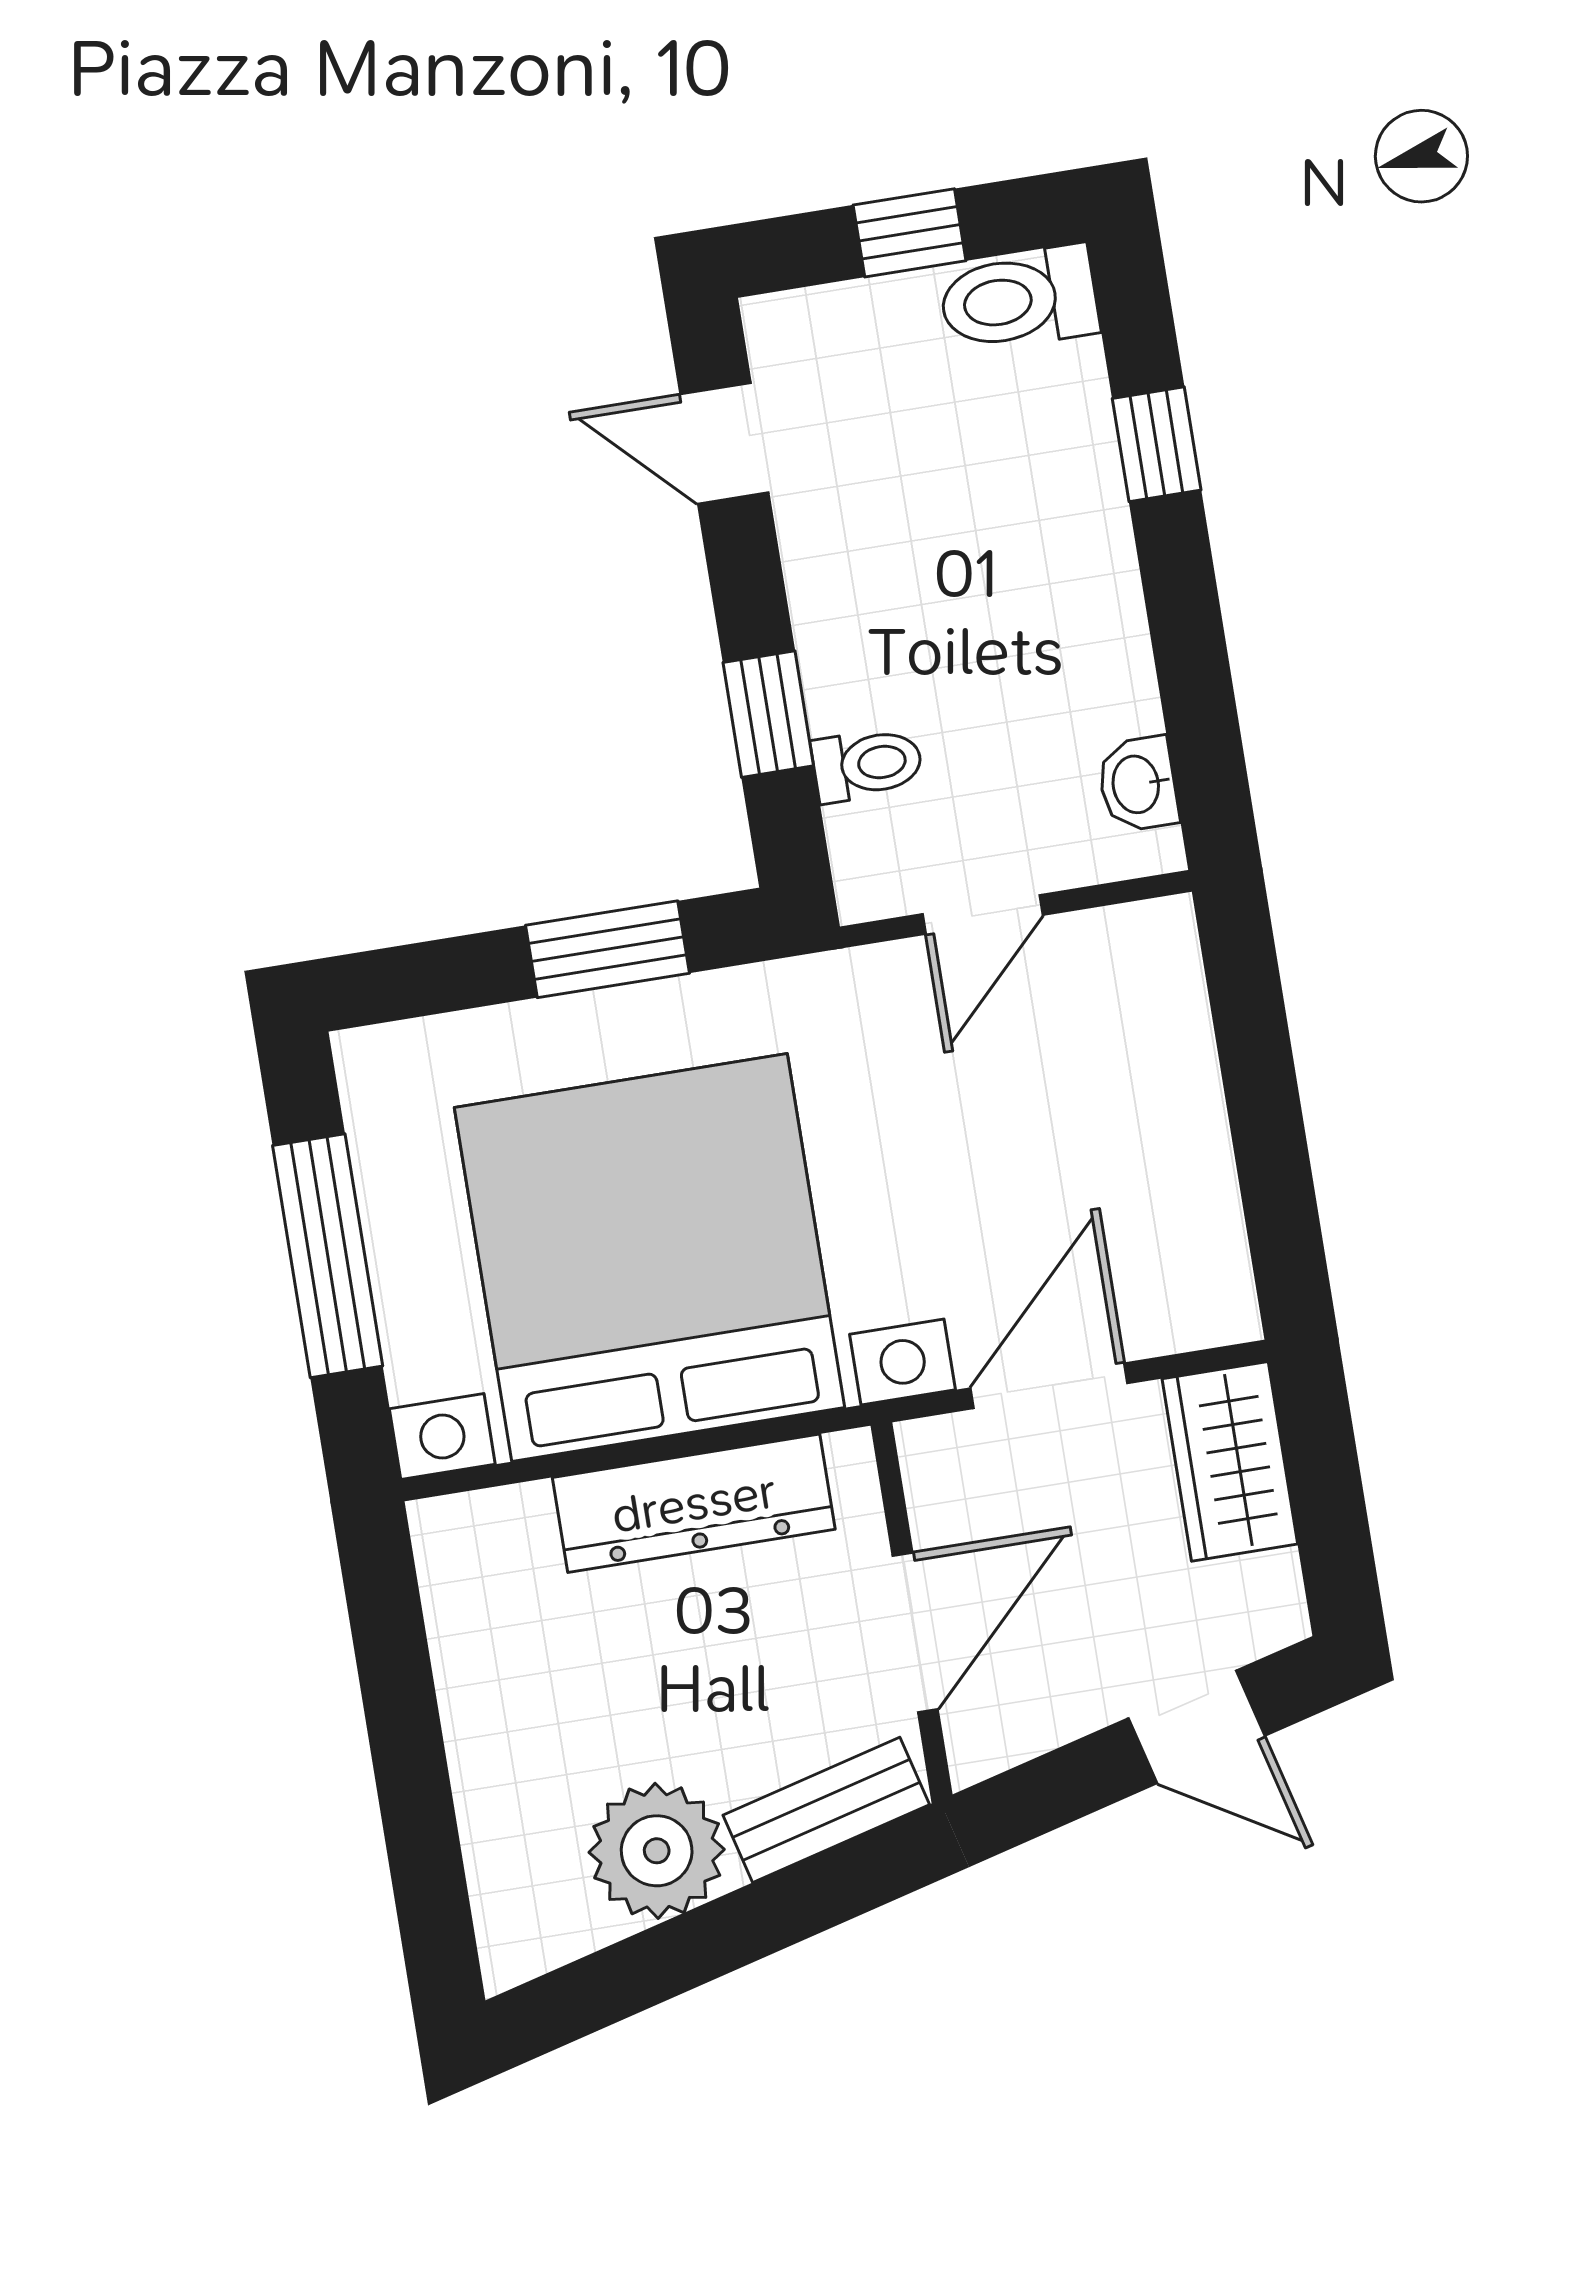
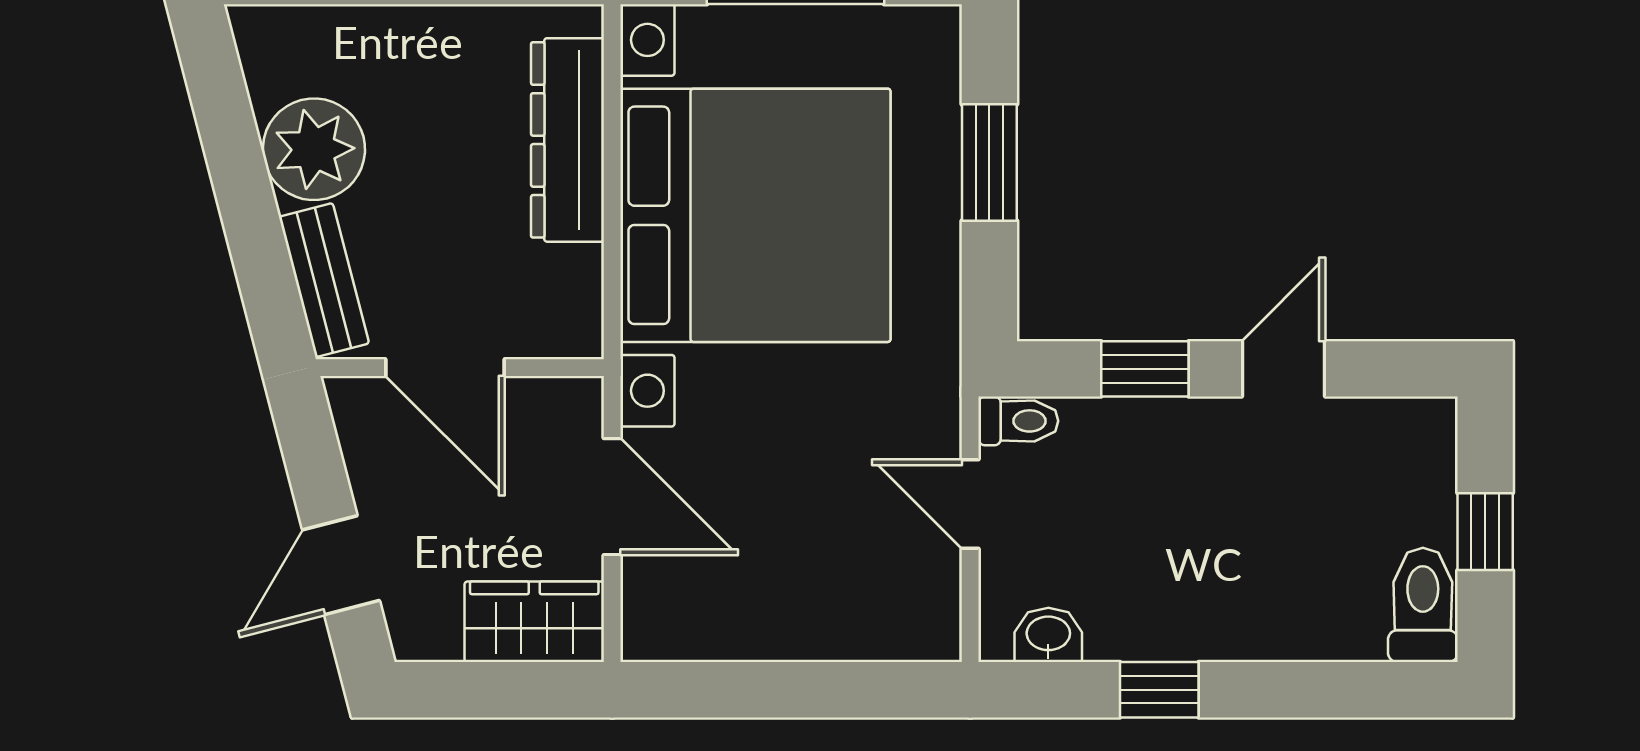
door: (724, 443) -> (1283, 369), moved
window: (1157, 444) -> (1159, 690), moved
toilet: (867, 764) -> (1018, 421), moved, turned -90
window: (607, 949) -> (989, 163), moved
dresser: (694, 1503) -> (568, 140), moved

